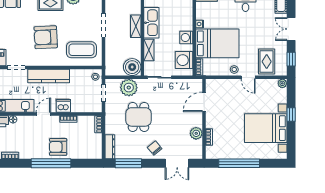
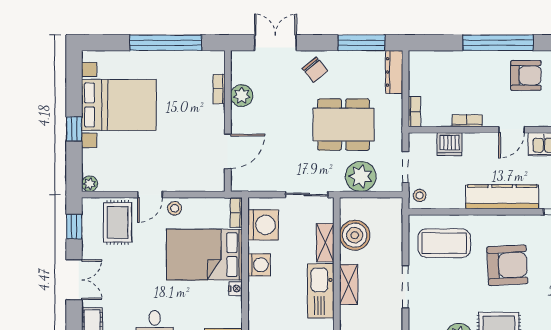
boiler: (132, 67) -> (355, 235), moved
door: (248, 77) -> (150, 195), swing flipped
dishwasher: (63, 106) -> (449, 144), moved
dining table: (138, 117) -> (344, 125), width x1.38
armchair: (58, 147) -> (526, 75), moved

